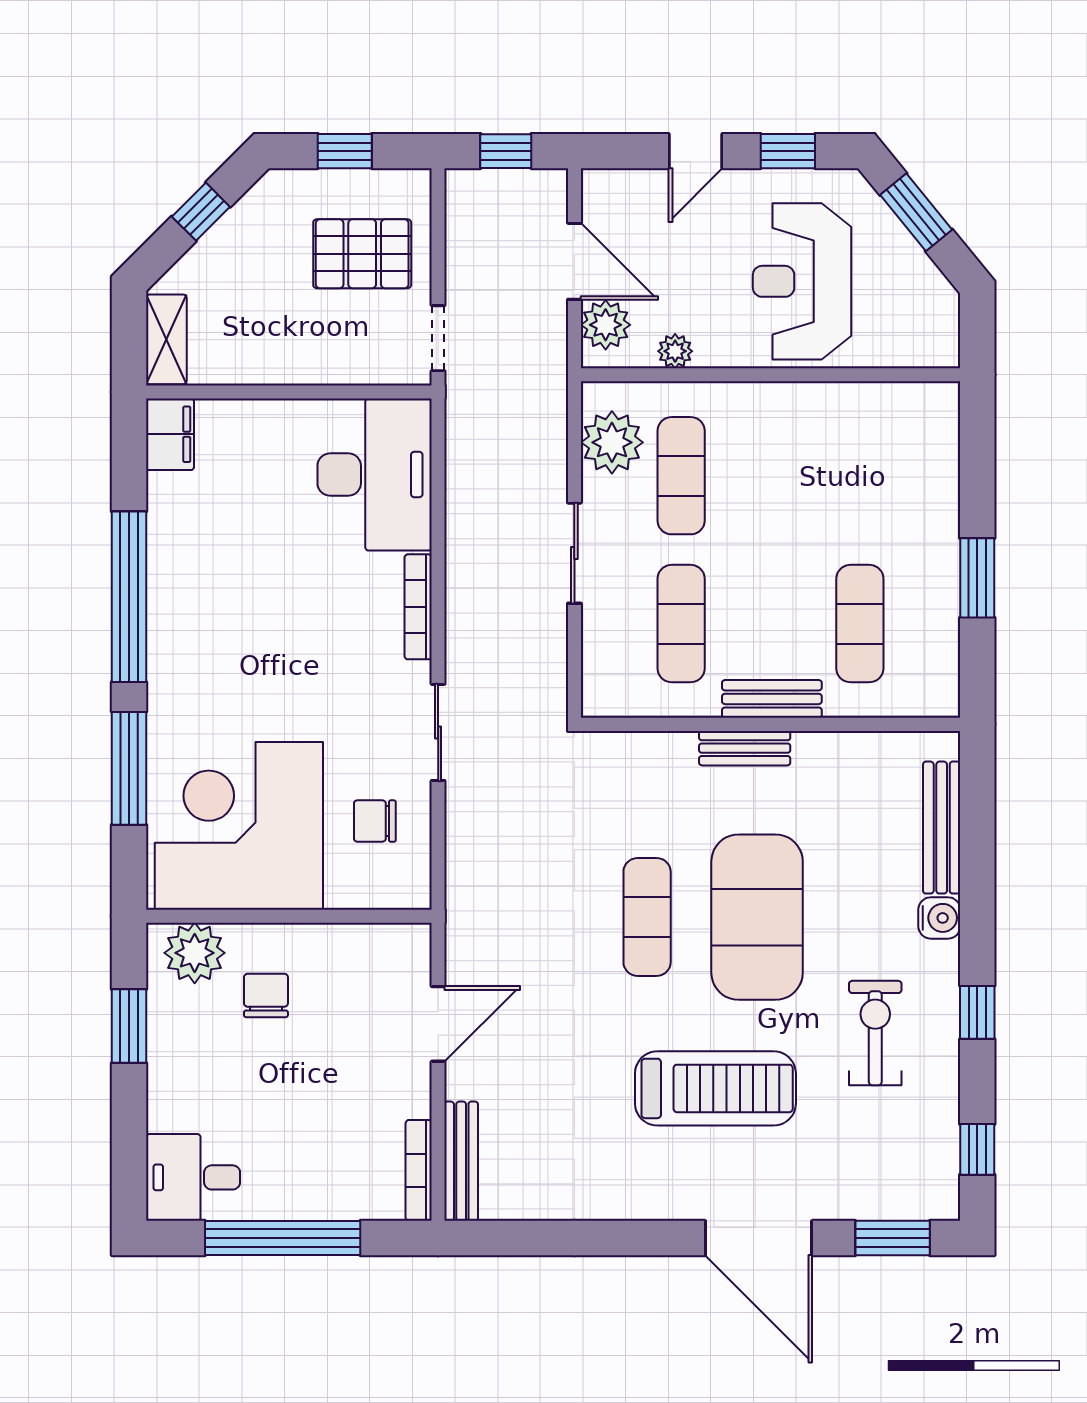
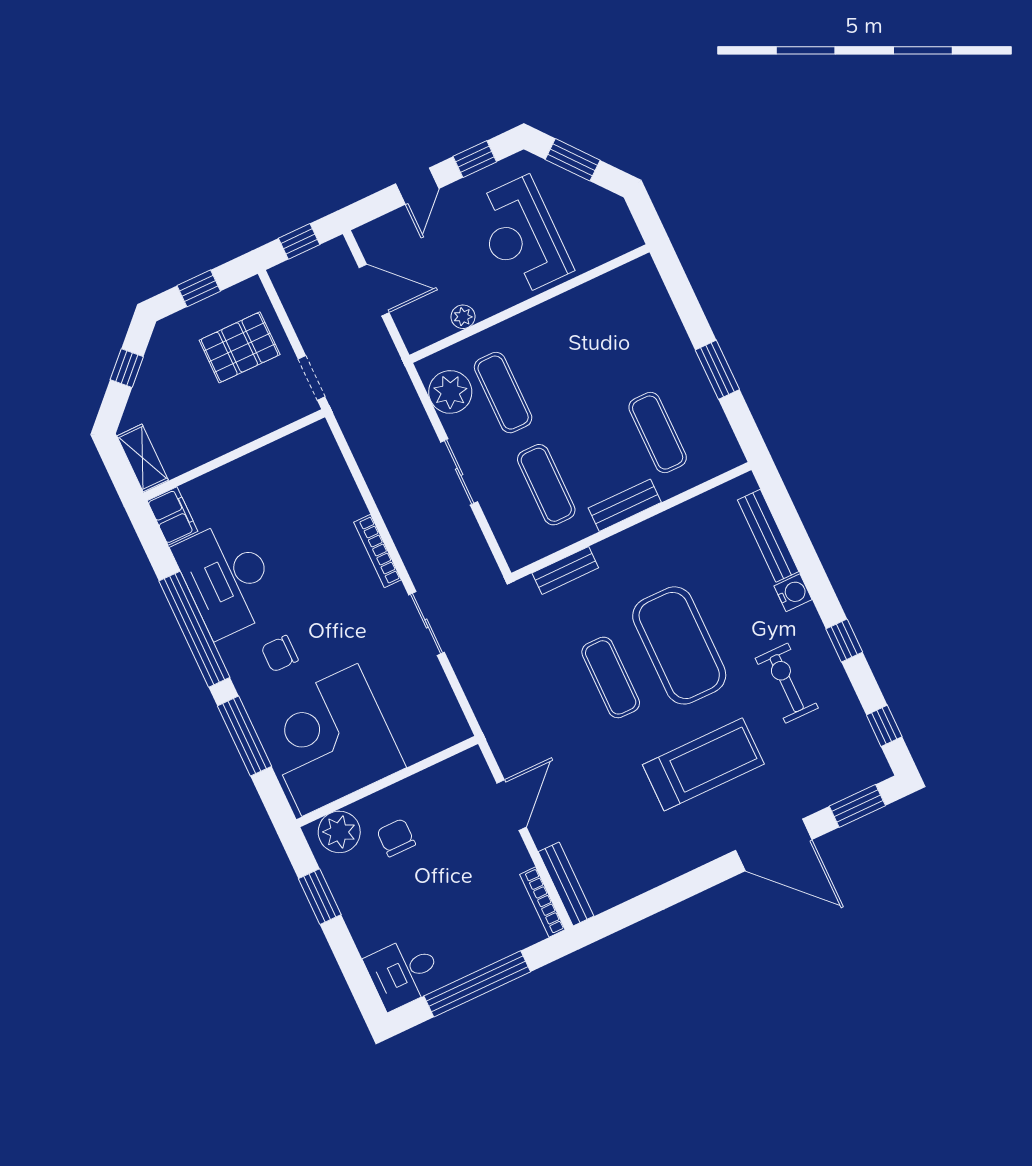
plant: (606, 325) -> (412, 321), removed
desk: (375, 475) -> (227, 578), moved, turned 180
bench: (745, 748) -> (565, 570), moved
chair: (375, 821) -> (280, 654), moved

